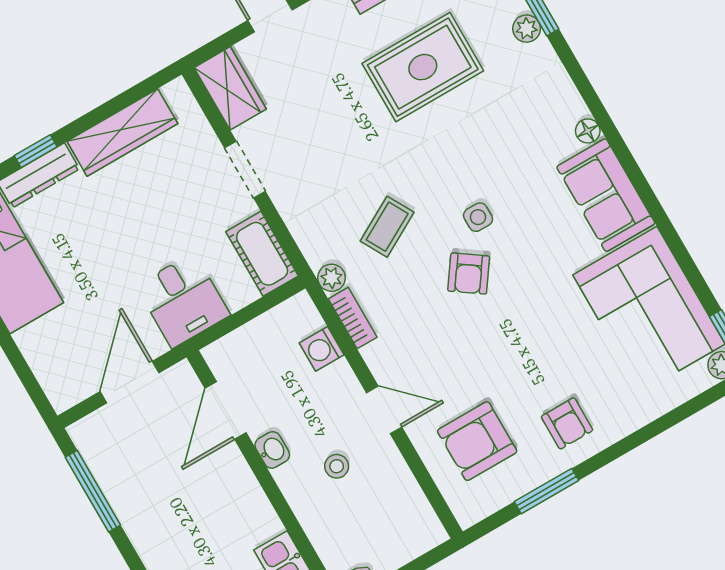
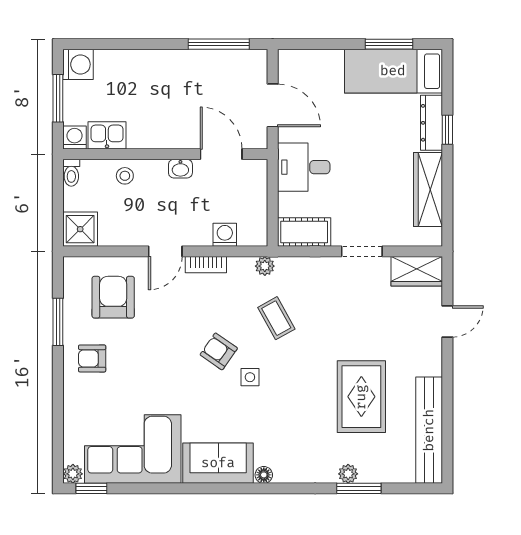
bookcase: (353, 318) -> (206, 265), moved
stool: (337, 466) -> (125, 176), moved
shower: (417, 530) -> (80, 229), added

